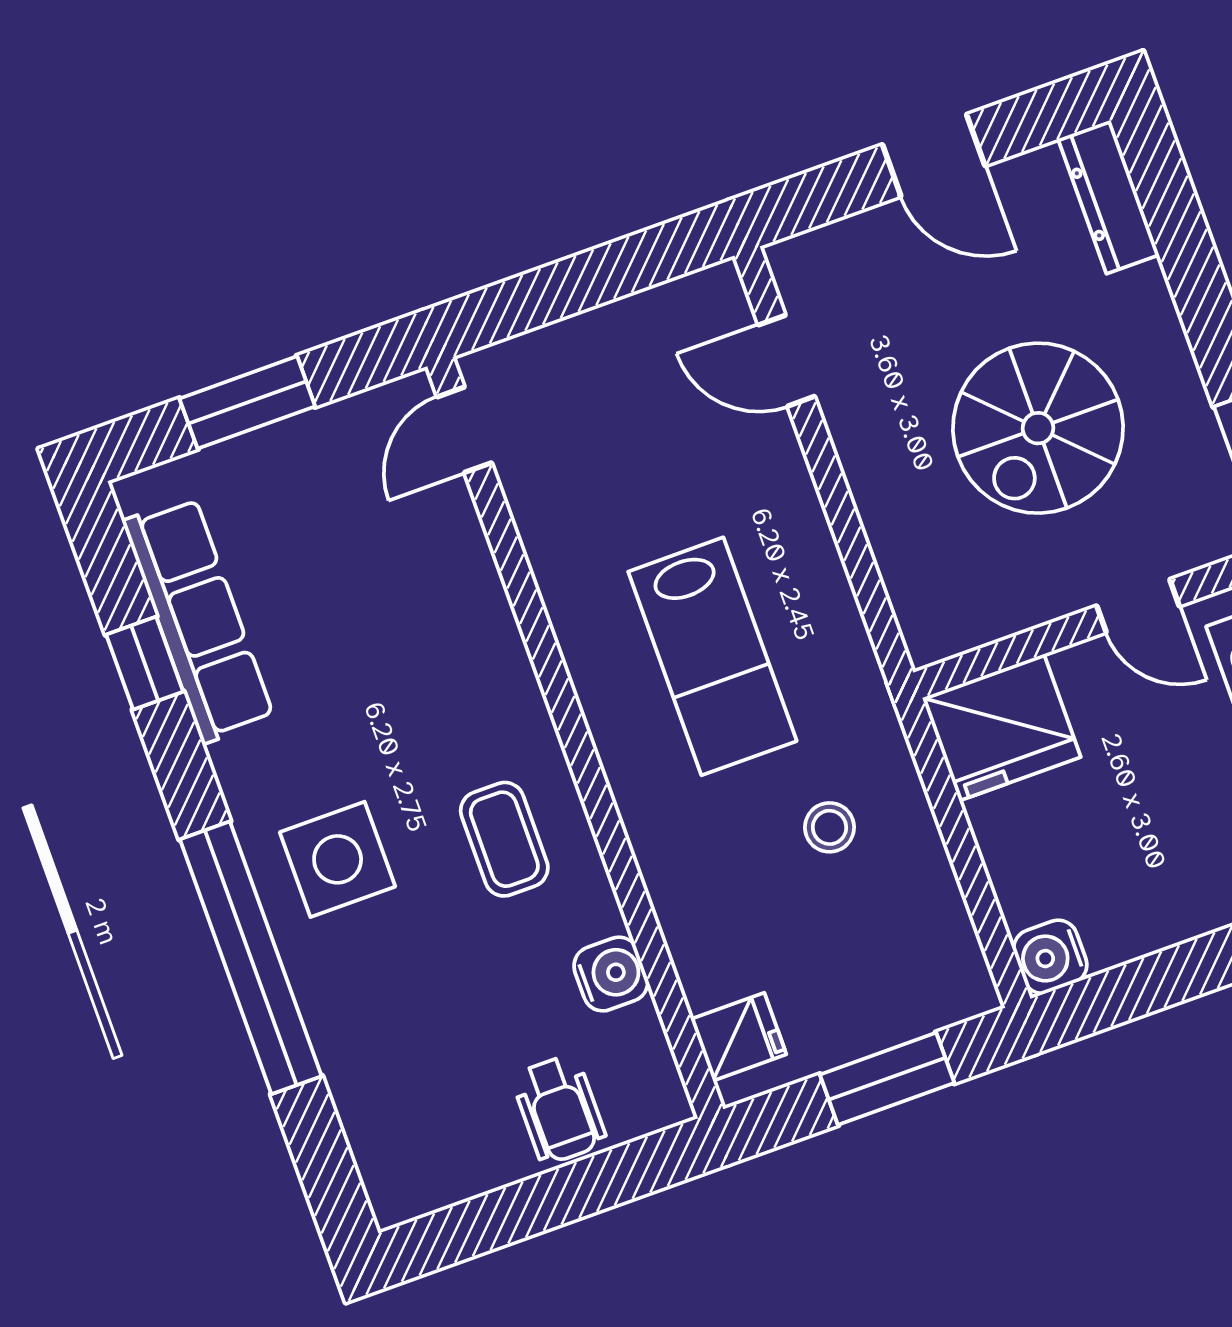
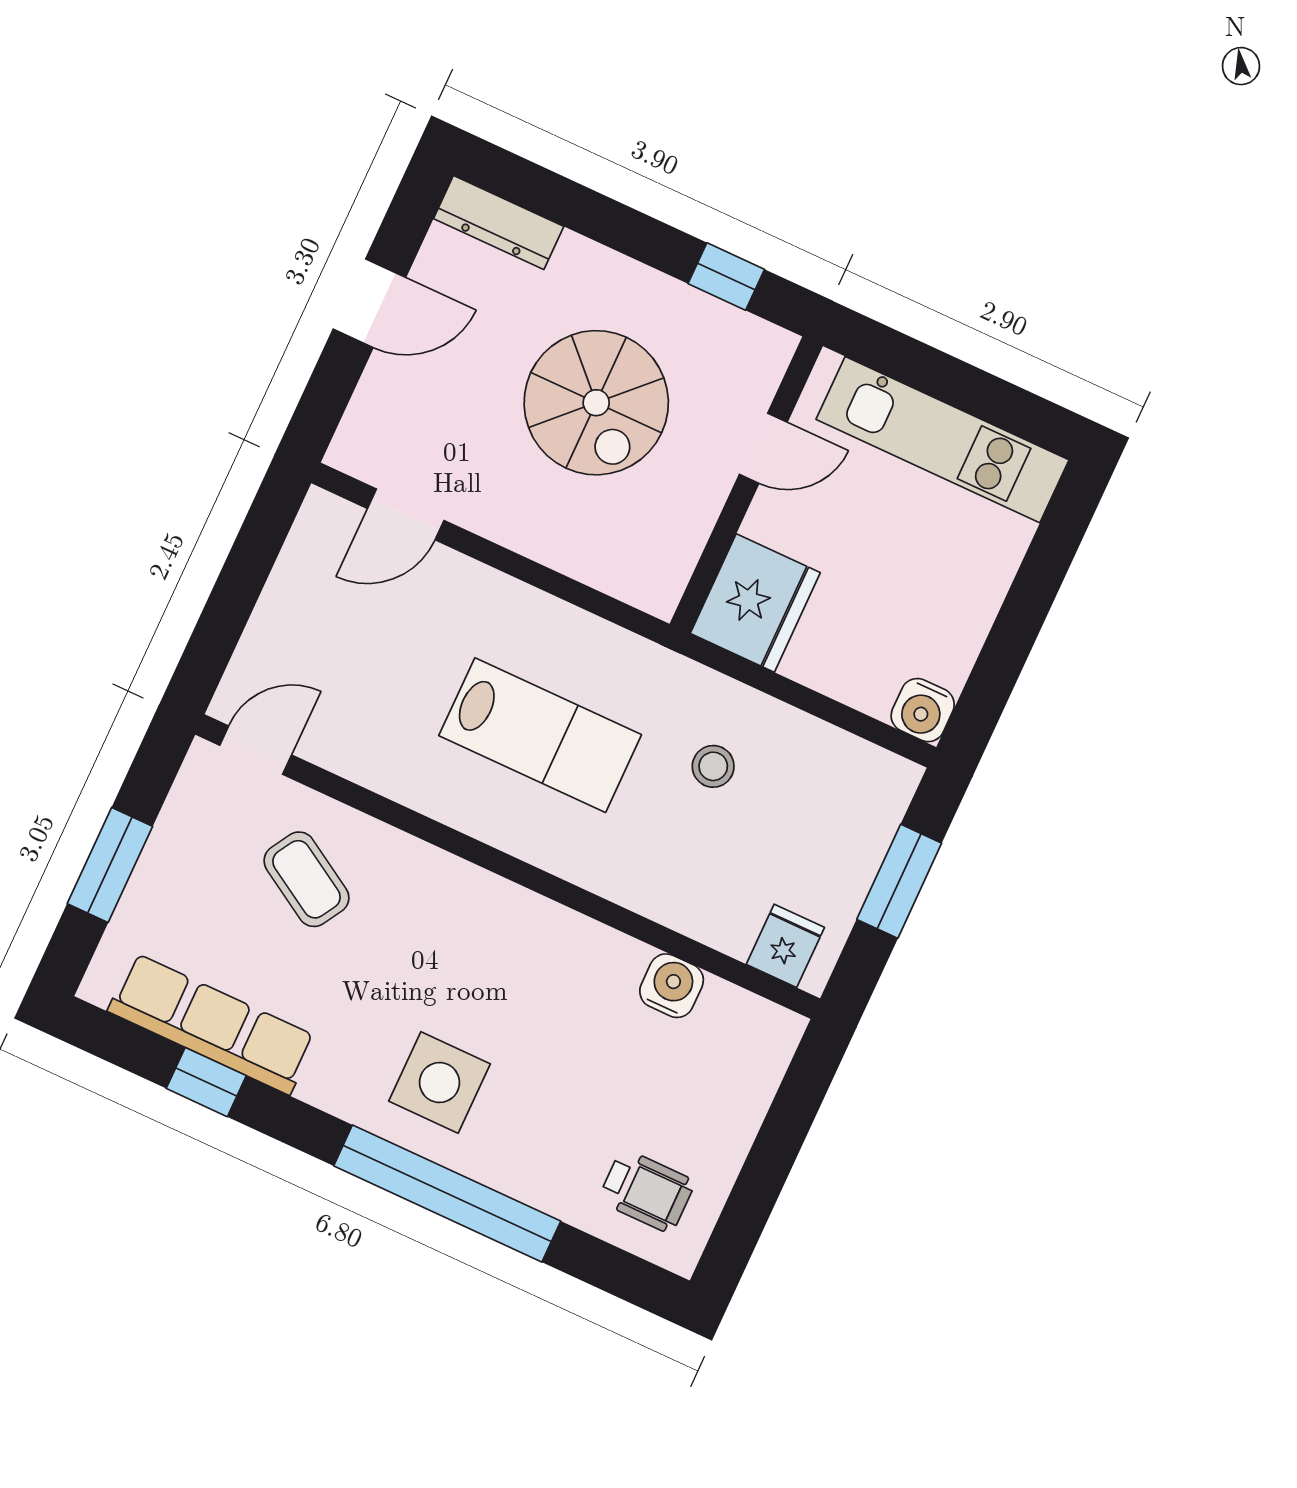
door: (464, 430) -> (256, 750), swing flipped
coffee table: (504, 839) -> (307, 879), moved, turned 31
wheelchair: (559, 1109) -> (647, 1191), moved

